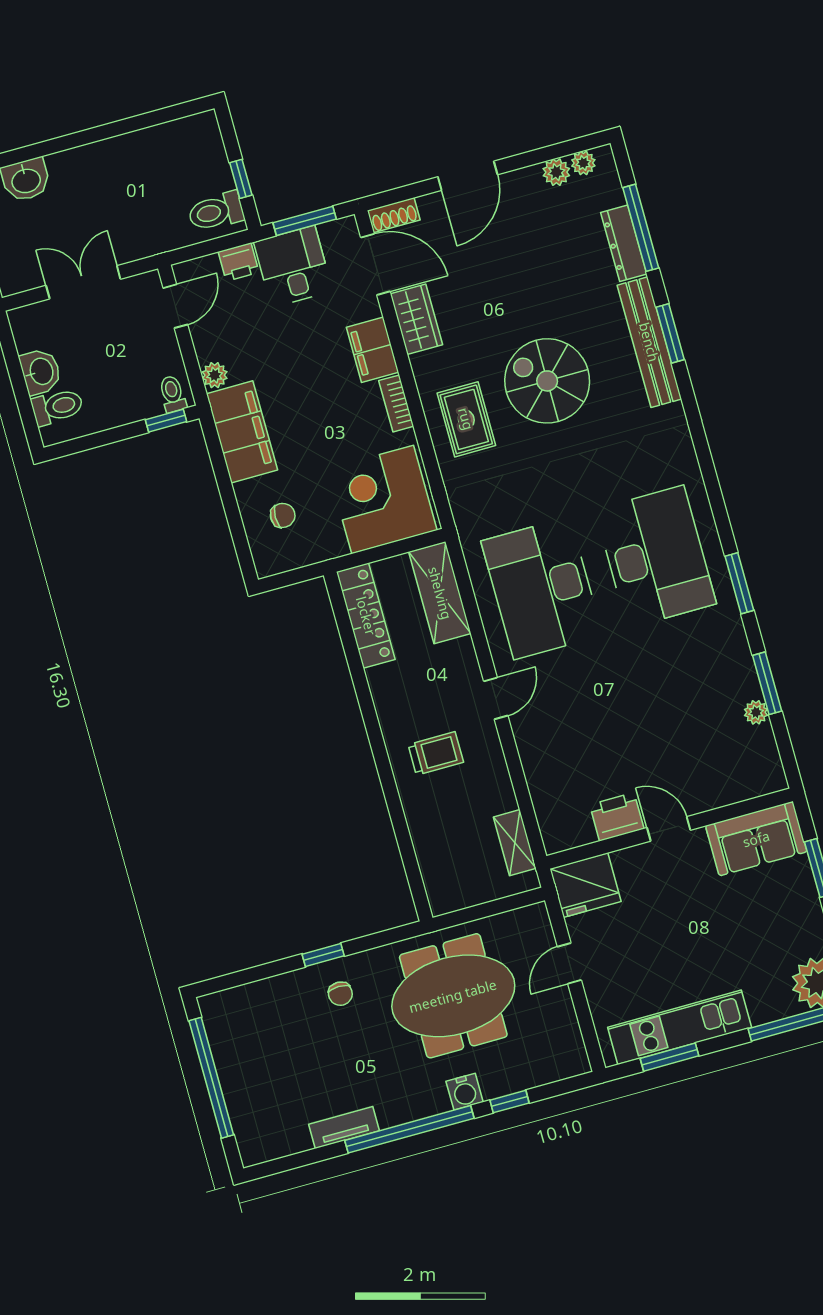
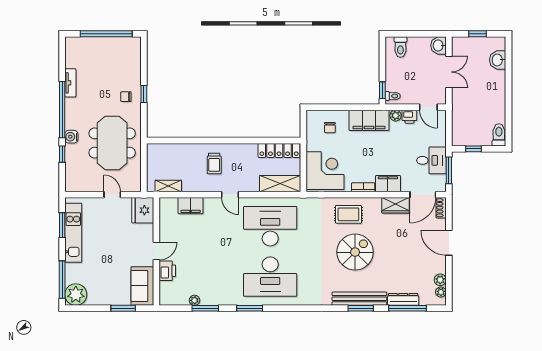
toilet: (216, 212) -> (499, 135), moved
printer: (239, 262) -> (409, 117), moved, turned -90
washbasin: (41, 372) -> (439, 46), moved, turned 90
filing cabinet: (545, 780) -> (191, 206), added
printer: (617, 817) -> (167, 271), moved

